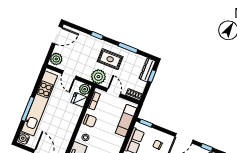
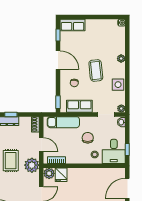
door: (114, 93) -> (41, 145), swing flipped
chair: (90, 121) -> (88, 138), moved

